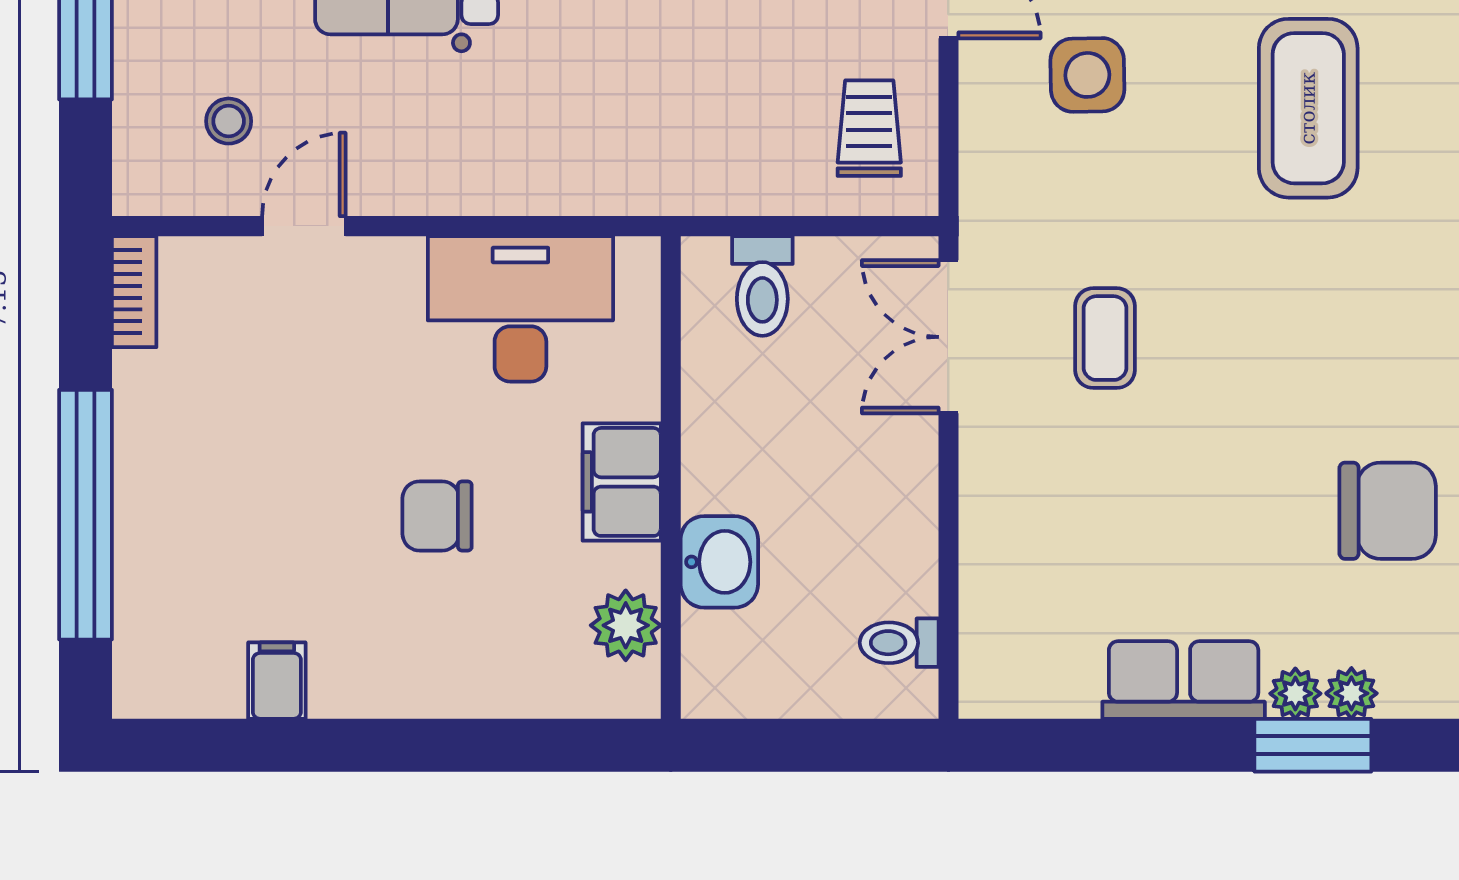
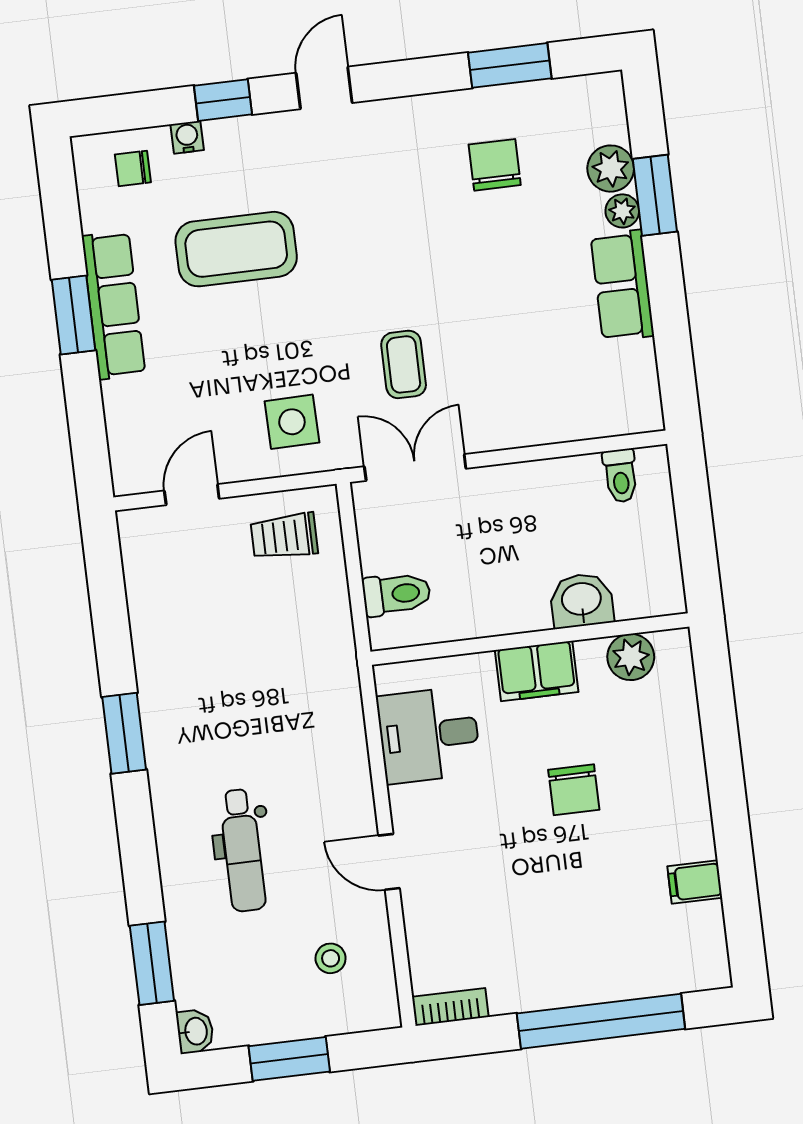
side table: (1087, 75) -> (292, 422), moved
door: (304, 226) -> (389, 862), moved
desk: (520, 309) -> (429, 735), width x0.73
double door: (948, 337) -> (415, 468), swing flipped
coffee table: (1105, 338) -> (404, 364), turned 90
chair: (1388, 511) -> (495, 165), width x0.73, depth x0.73
plant: (1351, 693) -> (611, 169), width x1.38, depth x1.38

